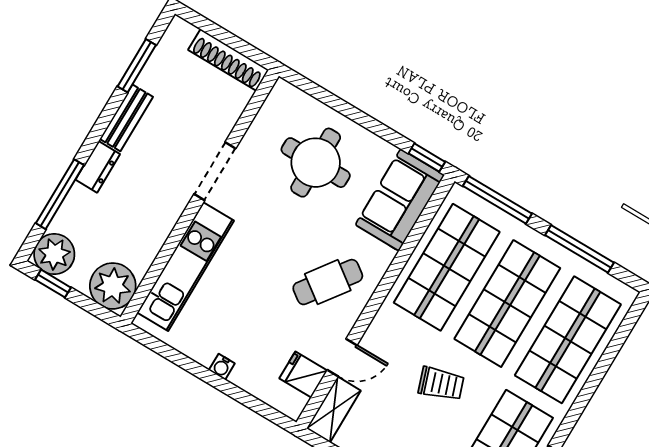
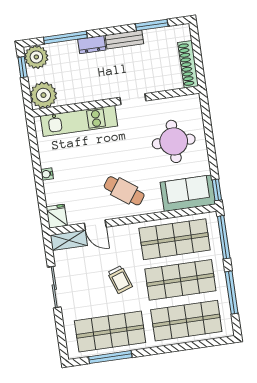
doorway: (215, 171) -> (133, 99), width x0.73
fridge: (303, 374) -> (57, 216), moved

